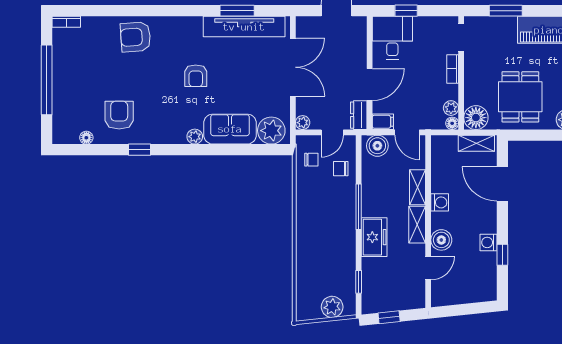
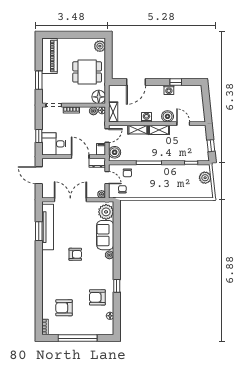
armchair: (136, 37) -> (64, 308), moved, turned 94
shelving: (476, 143) -> (113, 112), moved
freezer: (374, 237) -> (166, 154), removed

